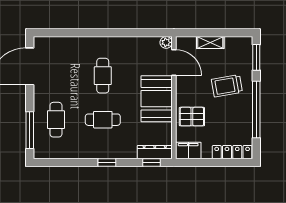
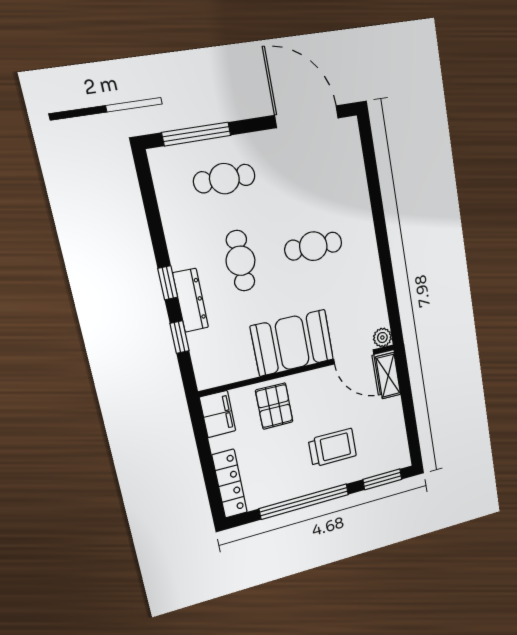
shelving: (210, 43) -> (388, 376), moved
door: (174, 62) -> (354, 357), hinge flipped
trolley: (227, 86) -> (332, 448), turned 100
dresser: (155, 152) -> (191, 300), moved
window: (151, 163) -> (180, 337), moved

